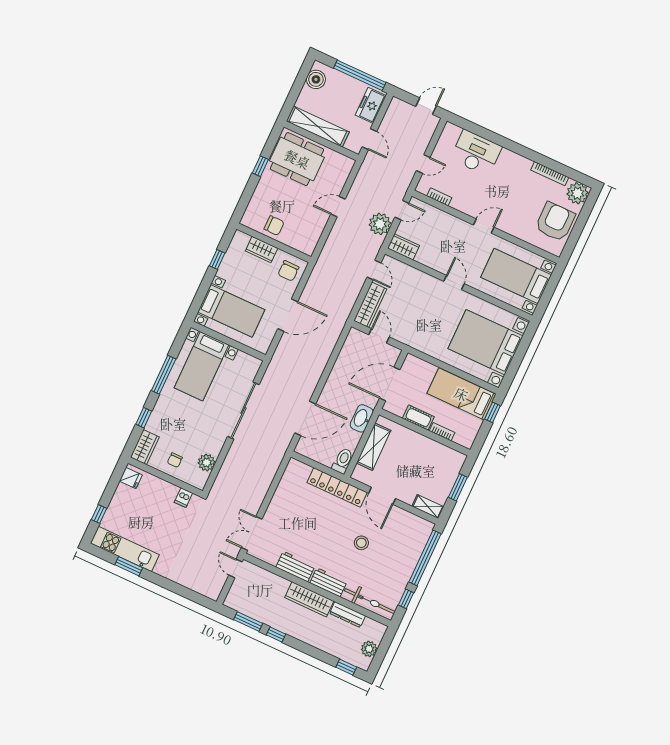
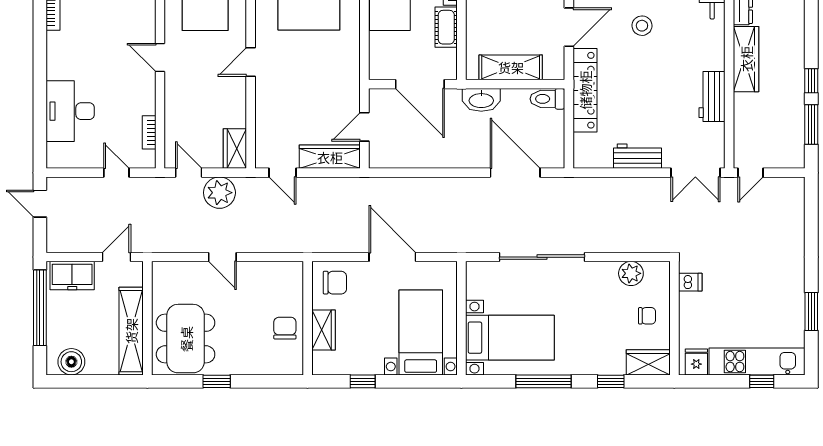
door: (374, 270) -> (282, 173), swing flipped
kitchen unit: (125, 549) -> (757, 362), moved, turned 90
workbench: (328, 582) -> (637, 156), moved, turned 90

